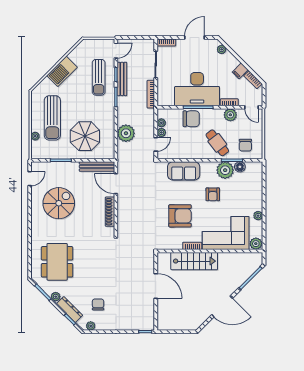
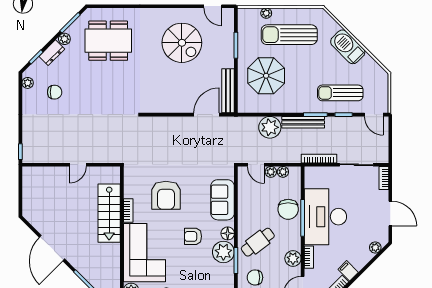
bench: (122, 79) -> (303, 122), moved
floor lamp: (240, 167) -> (228, 233), moved
shoe rack: (110, 212) -> (171, 107), removed
door: (156, 286) -> (78, 165), width x0.53
dresser: (70, 310) -> (52, 53), width x0.70

